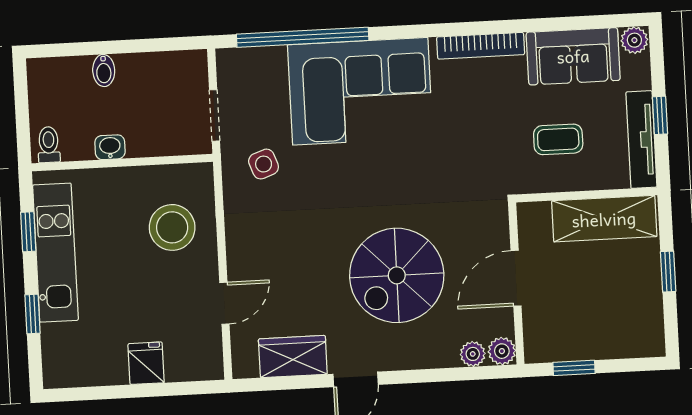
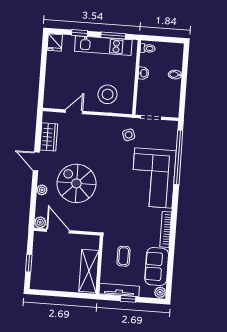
window: (28, 232) -> (113, 36), width x1.50
window: (668, 272) -> (64, 294), removed
door: (516, 278) -> (58, 231), moved
door: (224, 303) -> (74, 112), swing flipped
plant: (473, 354) -> (42, 190), moved
fridge: (146, 363) -> (55, 42), moved, turned 90
window: (574, 368) -> (29, 263), moved

